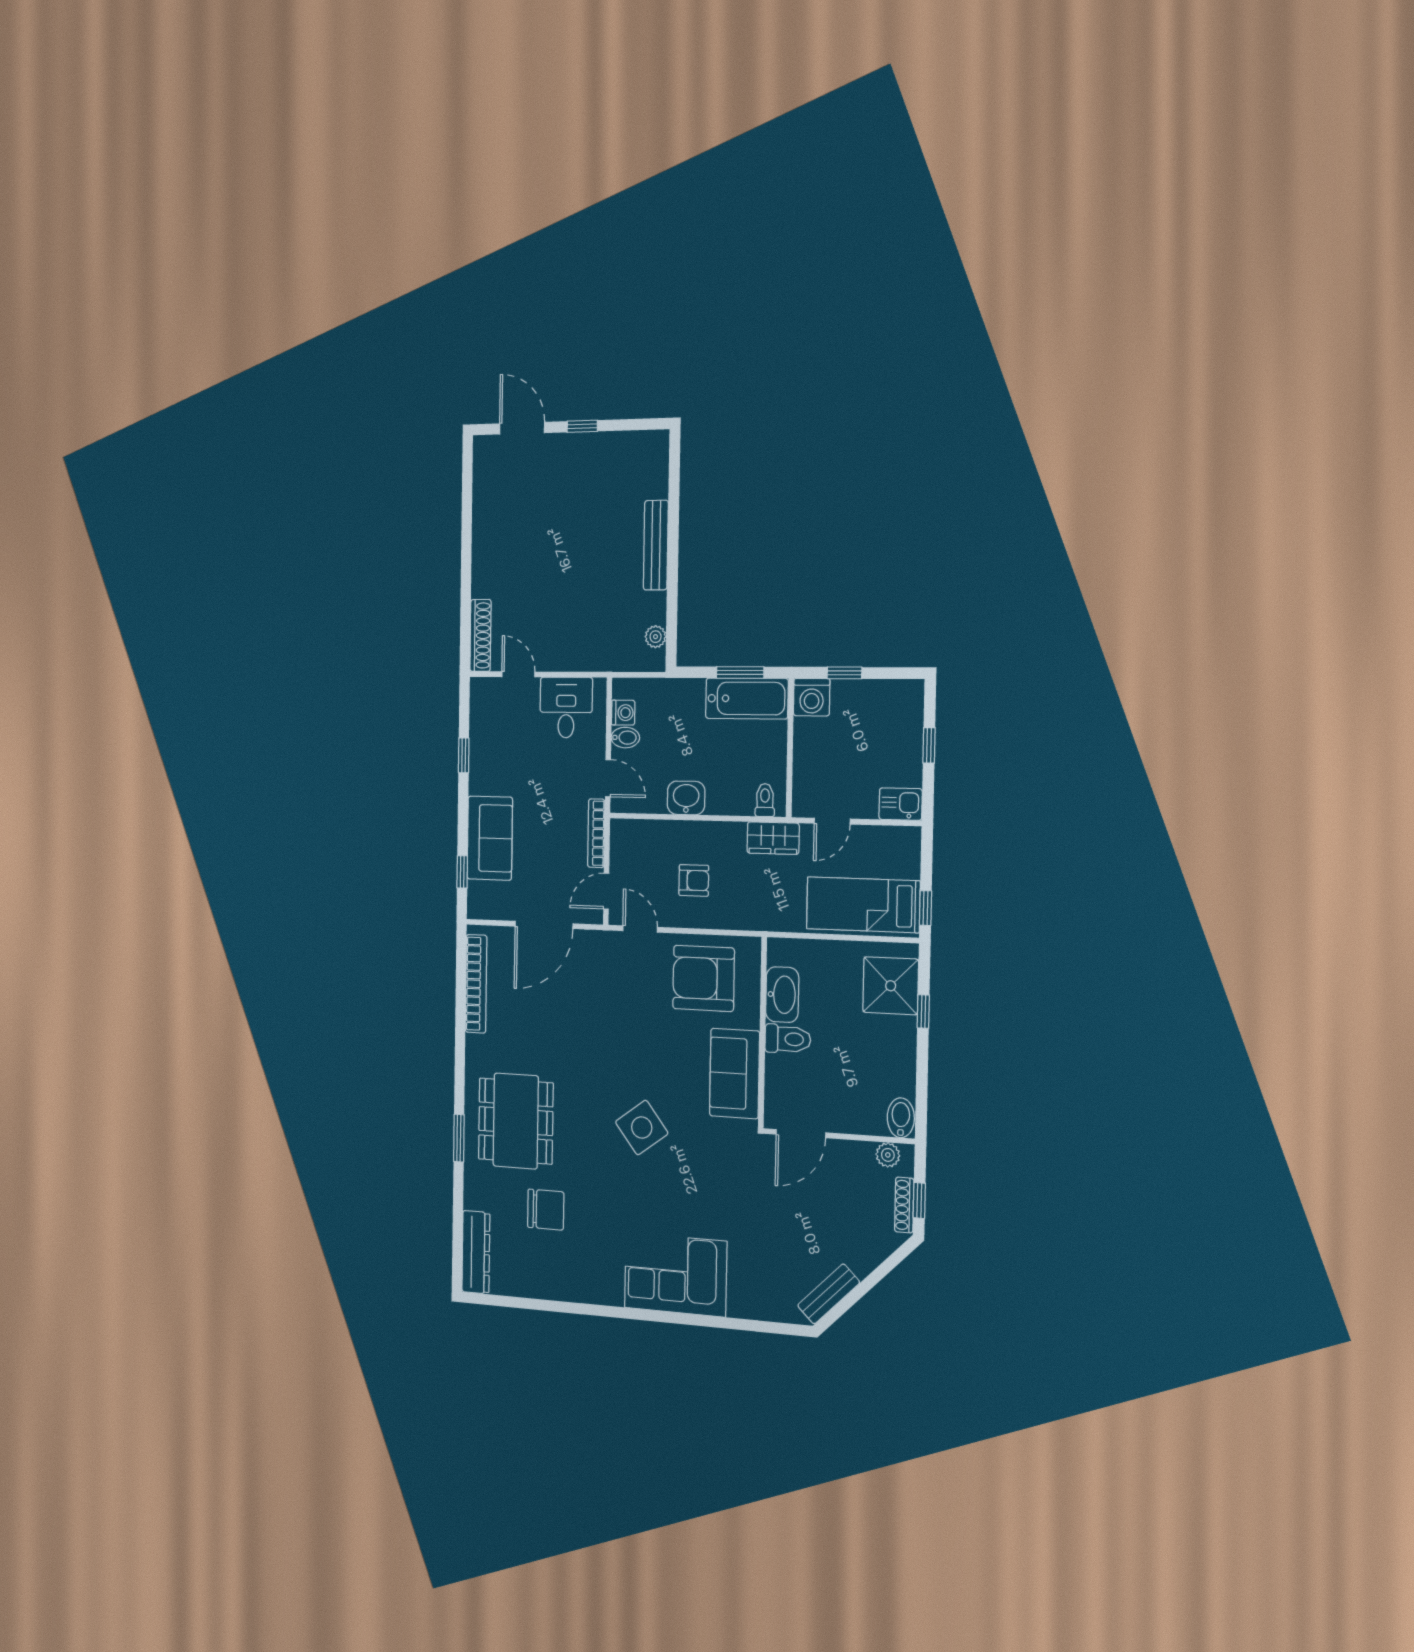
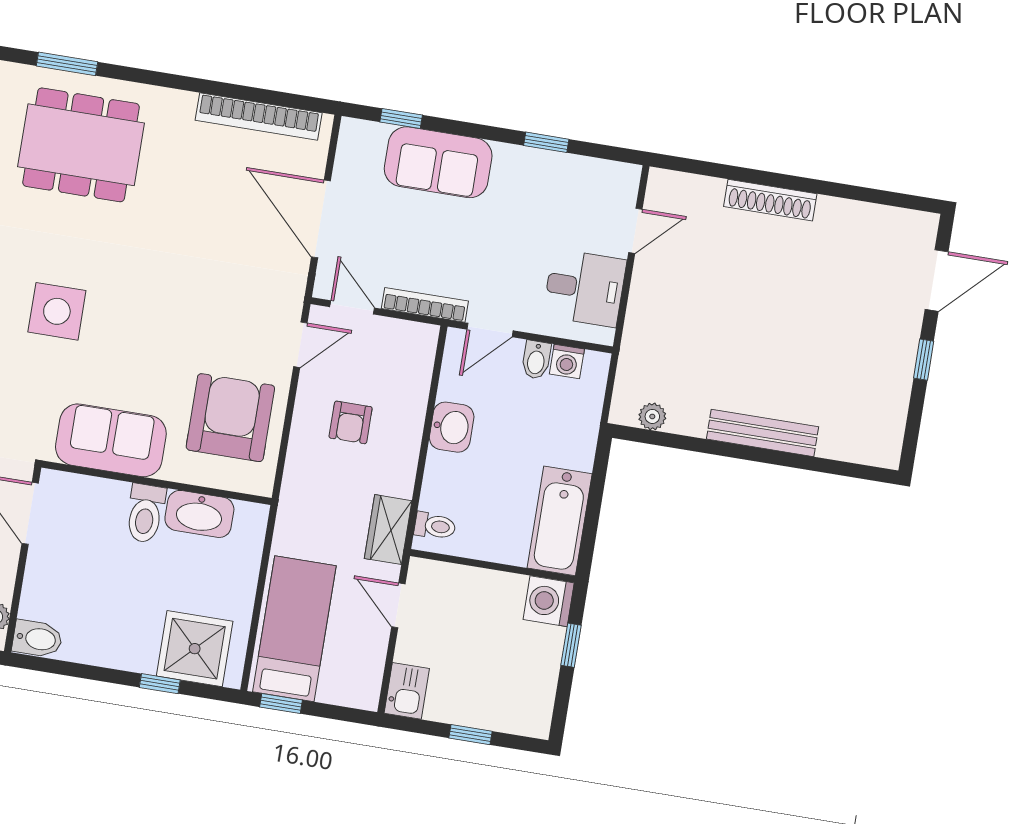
shoe rack: (480, 635) -> (770, 200), moved
window: (740, 672) -> (592, 517), removed
side table: (642, 1128) -> (57, 311), turned 37

